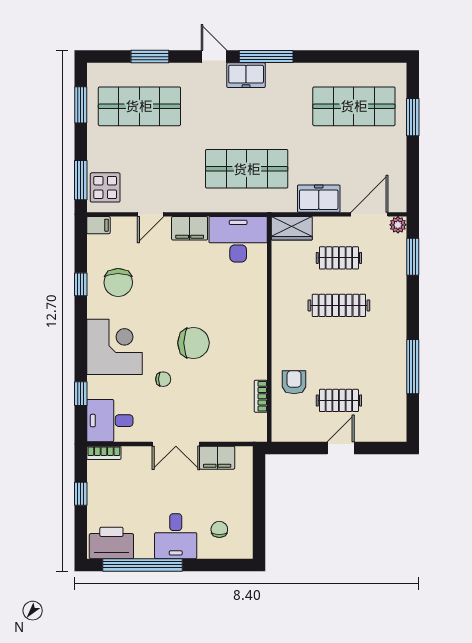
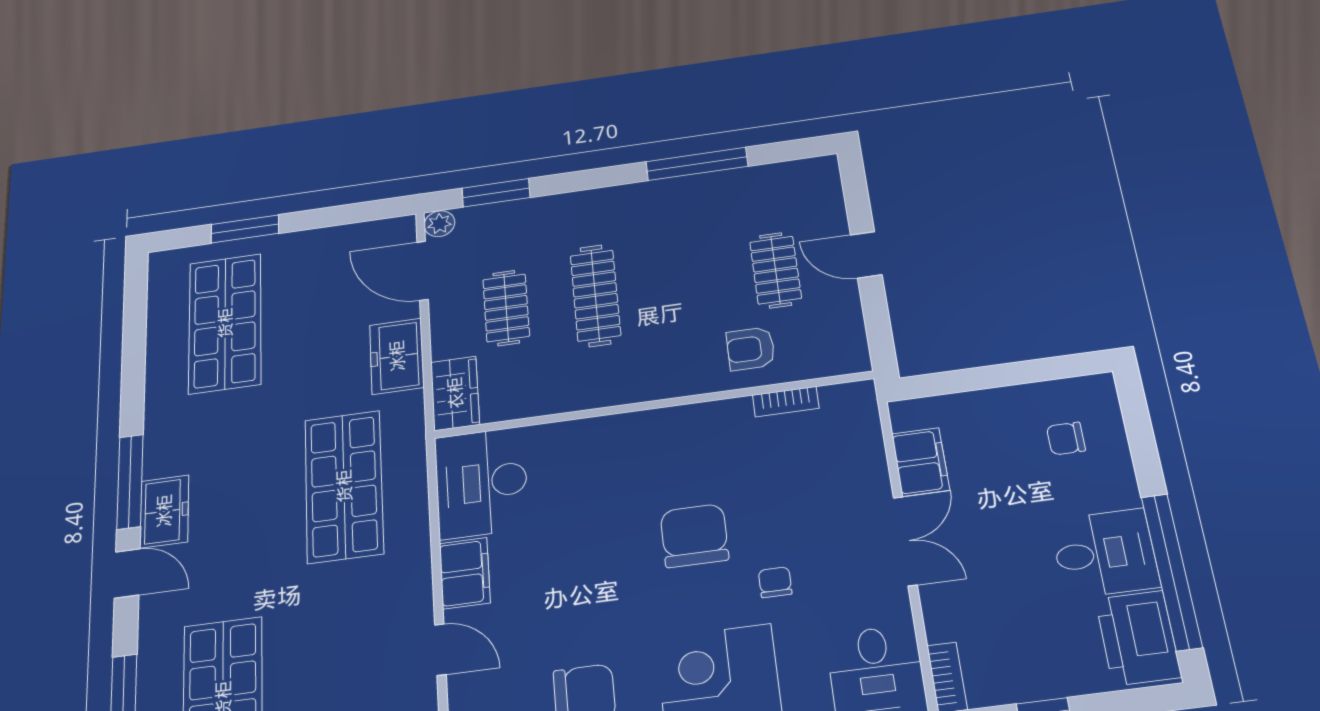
door: (214, 57) -> (127, 573), swing flipped
desk: (176, 536) -> (1105, 553), moved

